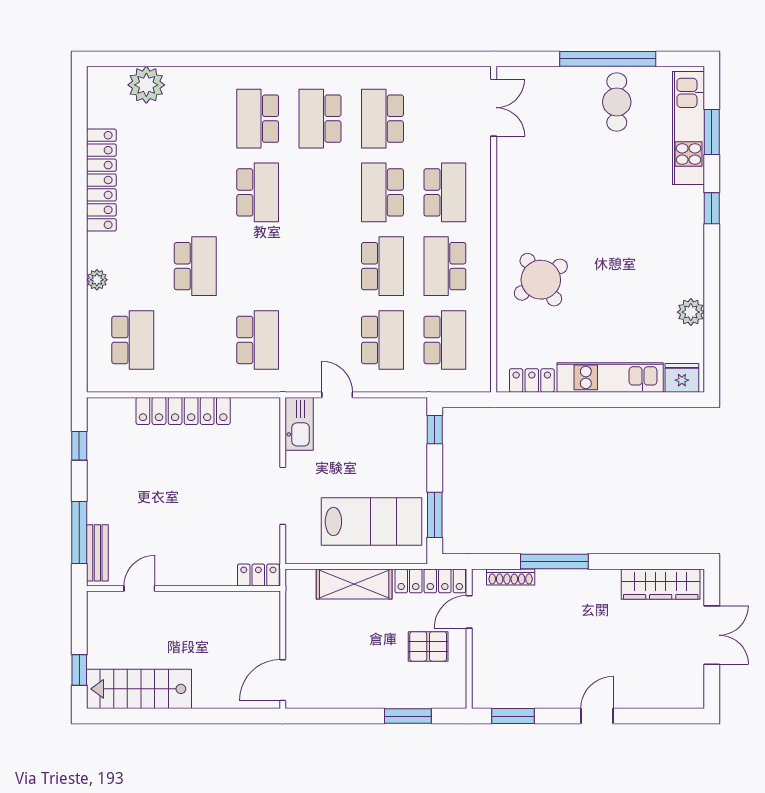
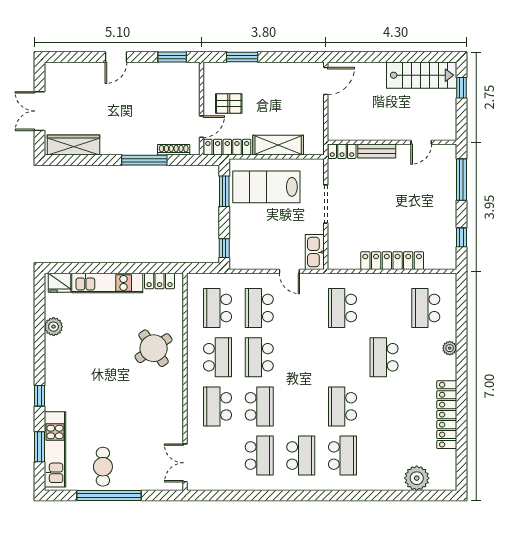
bench: (97, 553) -> (377, 151), moved, turned 90

